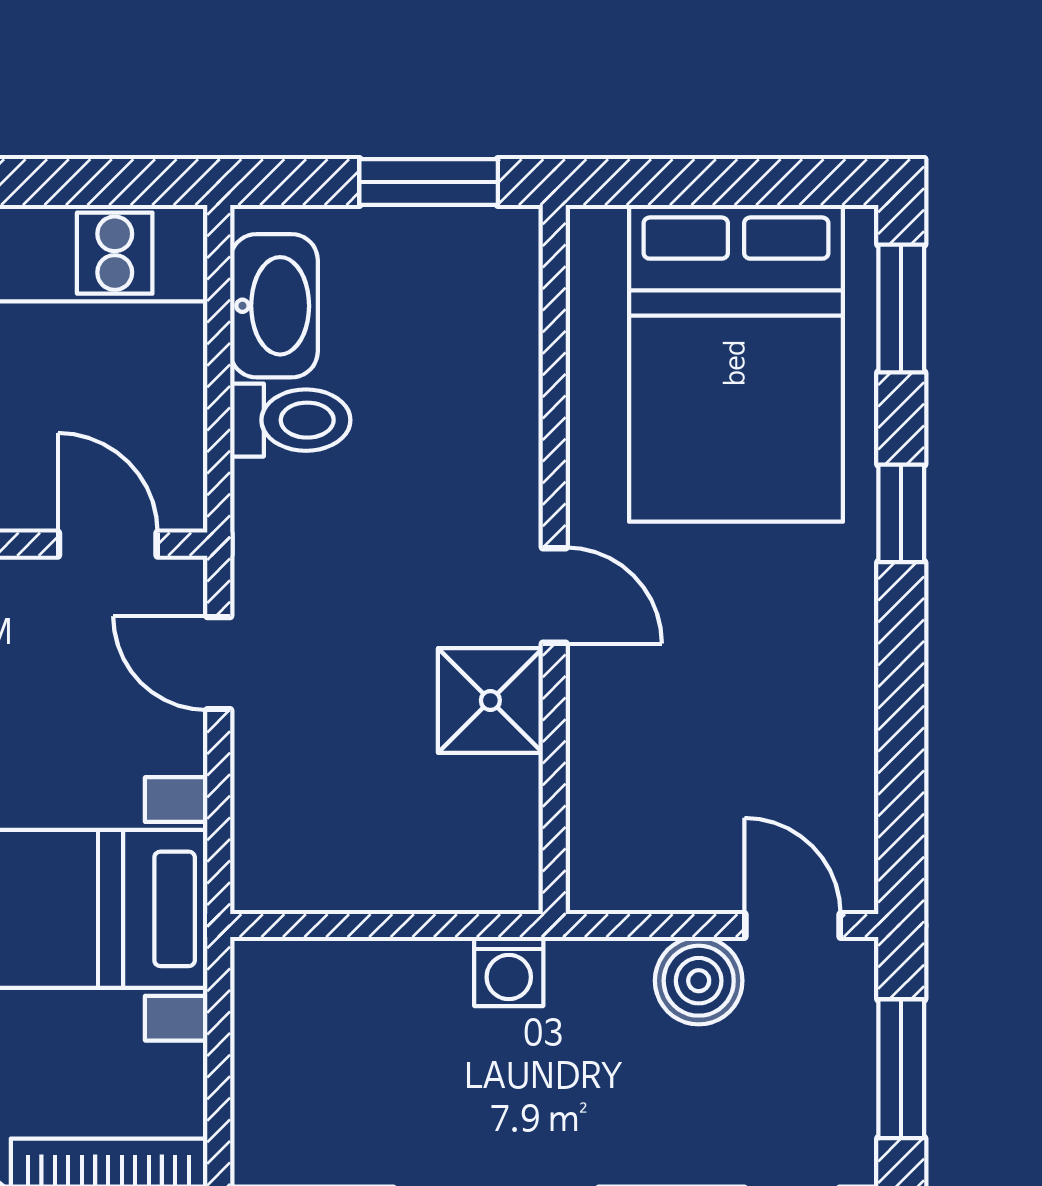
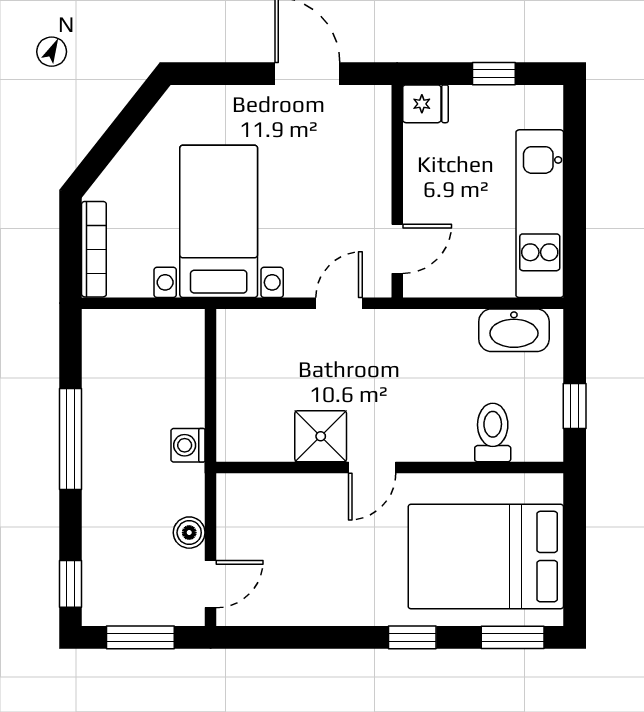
window: (429, 182) -> (575, 406), width x0.67
toilet: (290, 420) -> (493, 432), moved, turned 180
boiler: (699, 981) -> (189, 533), width x0.73, depth x0.73

